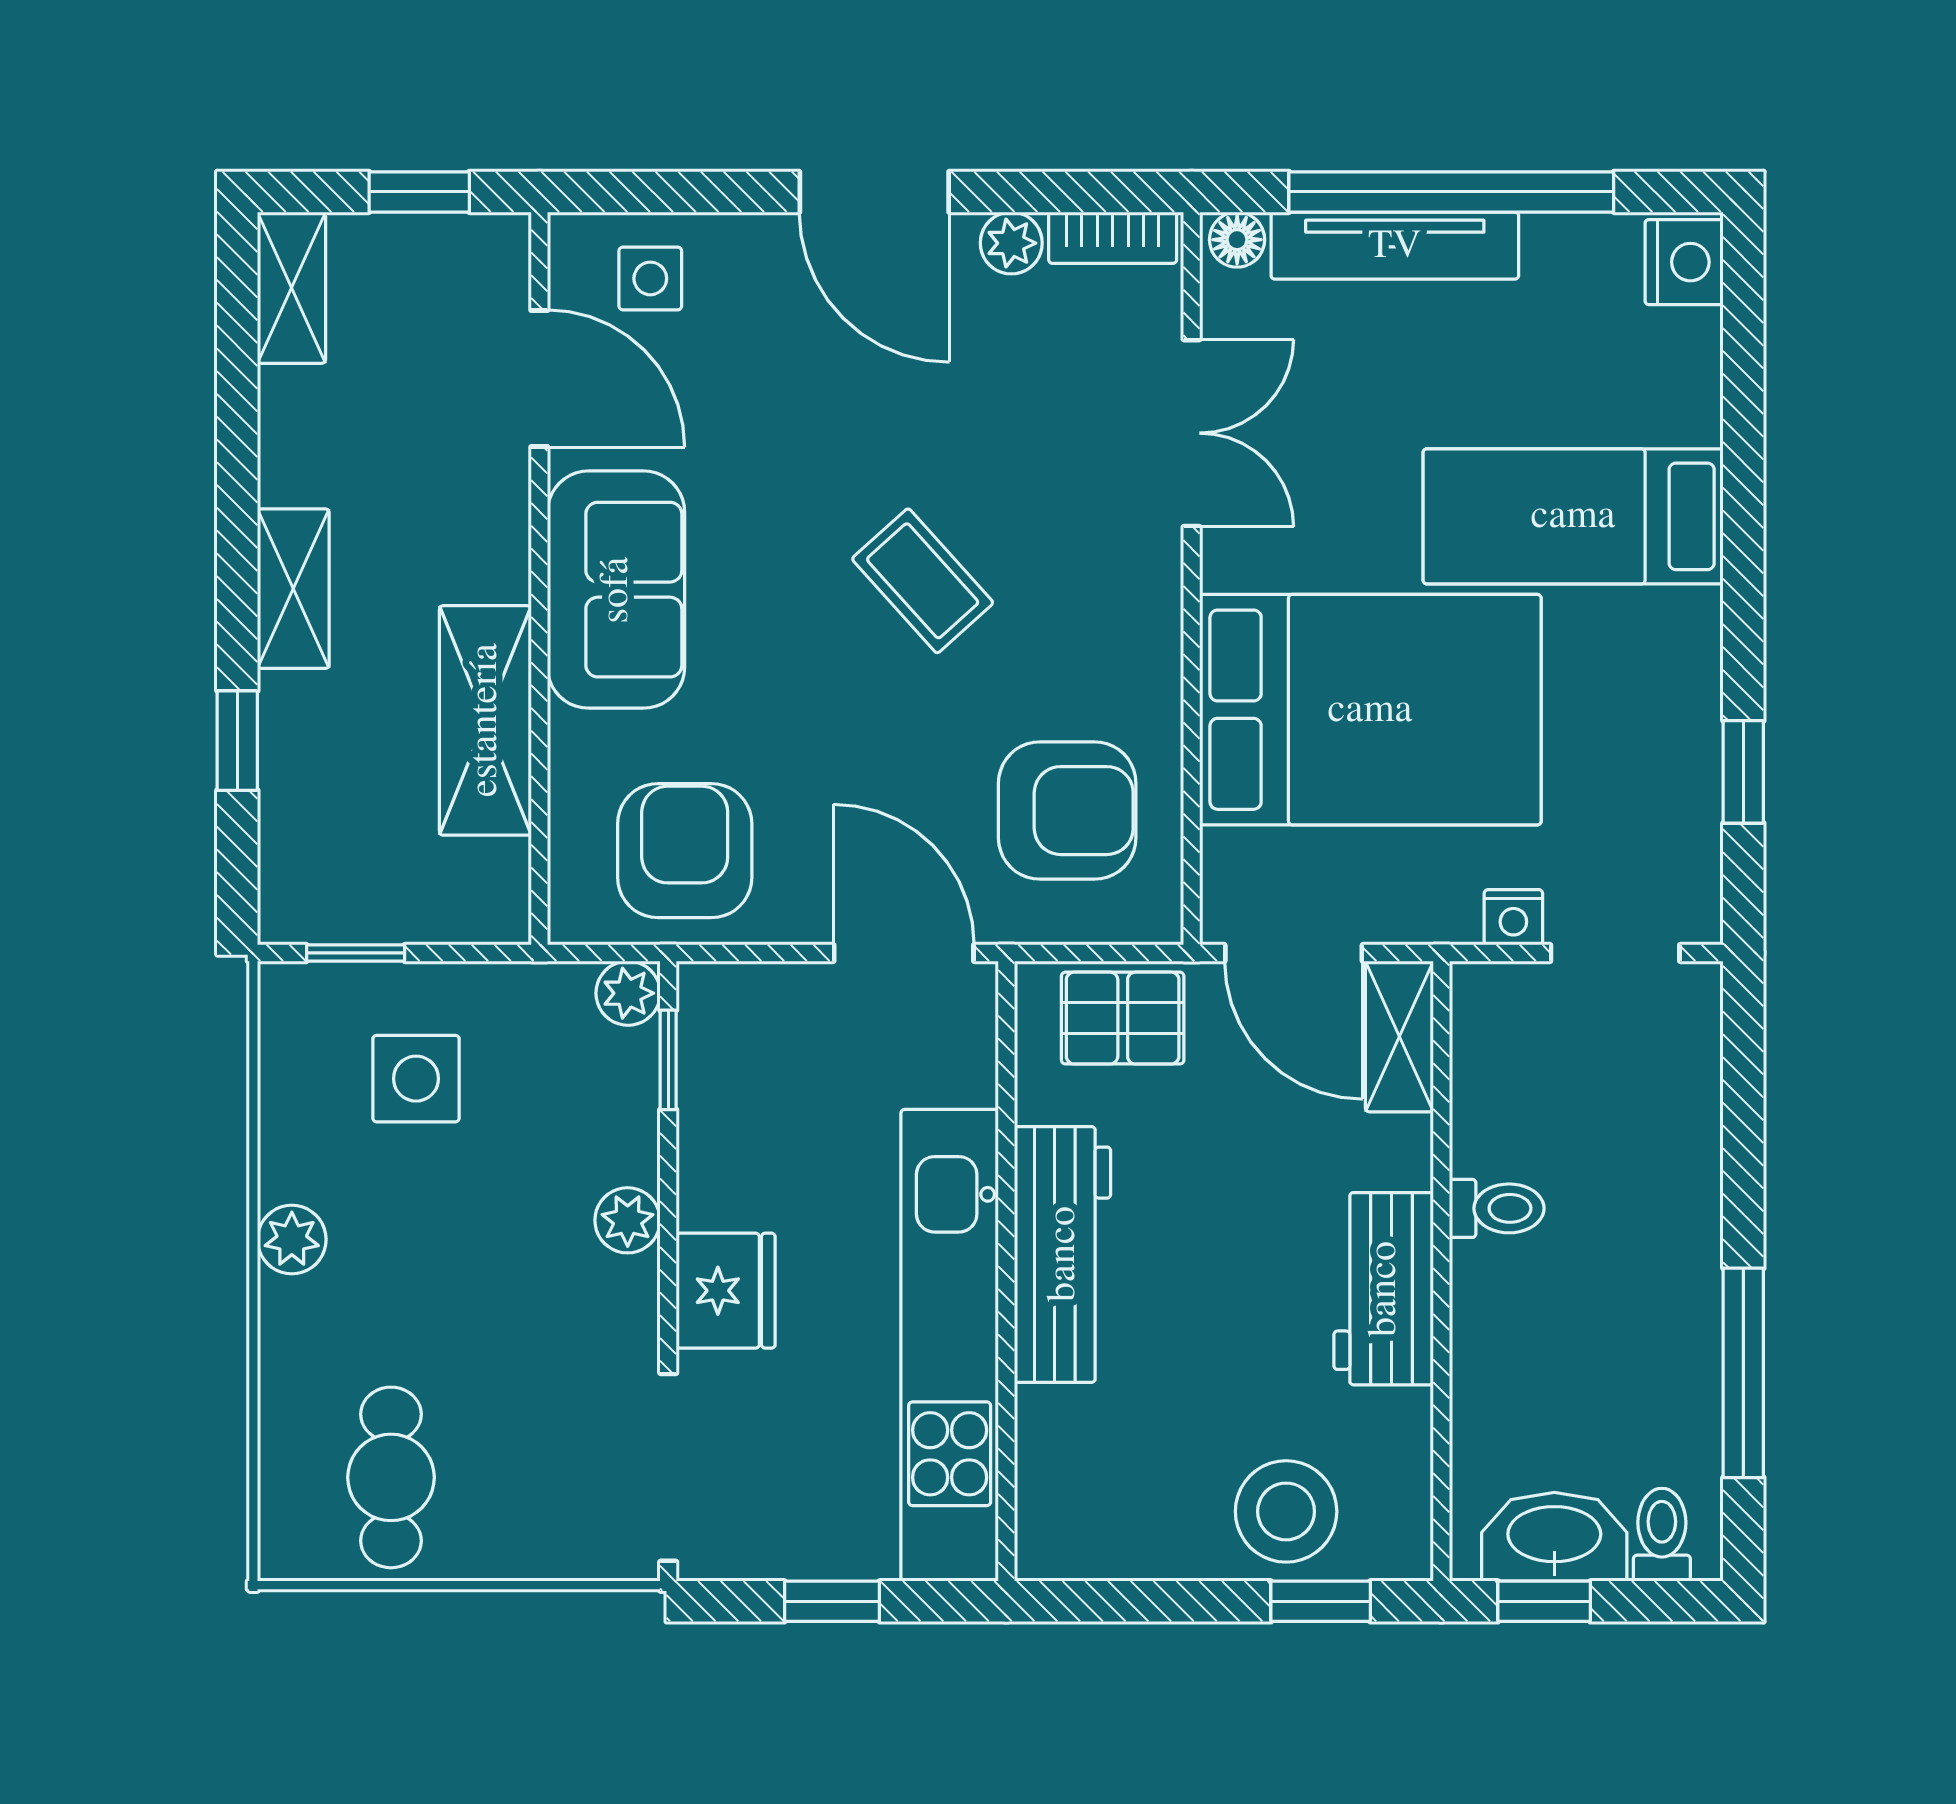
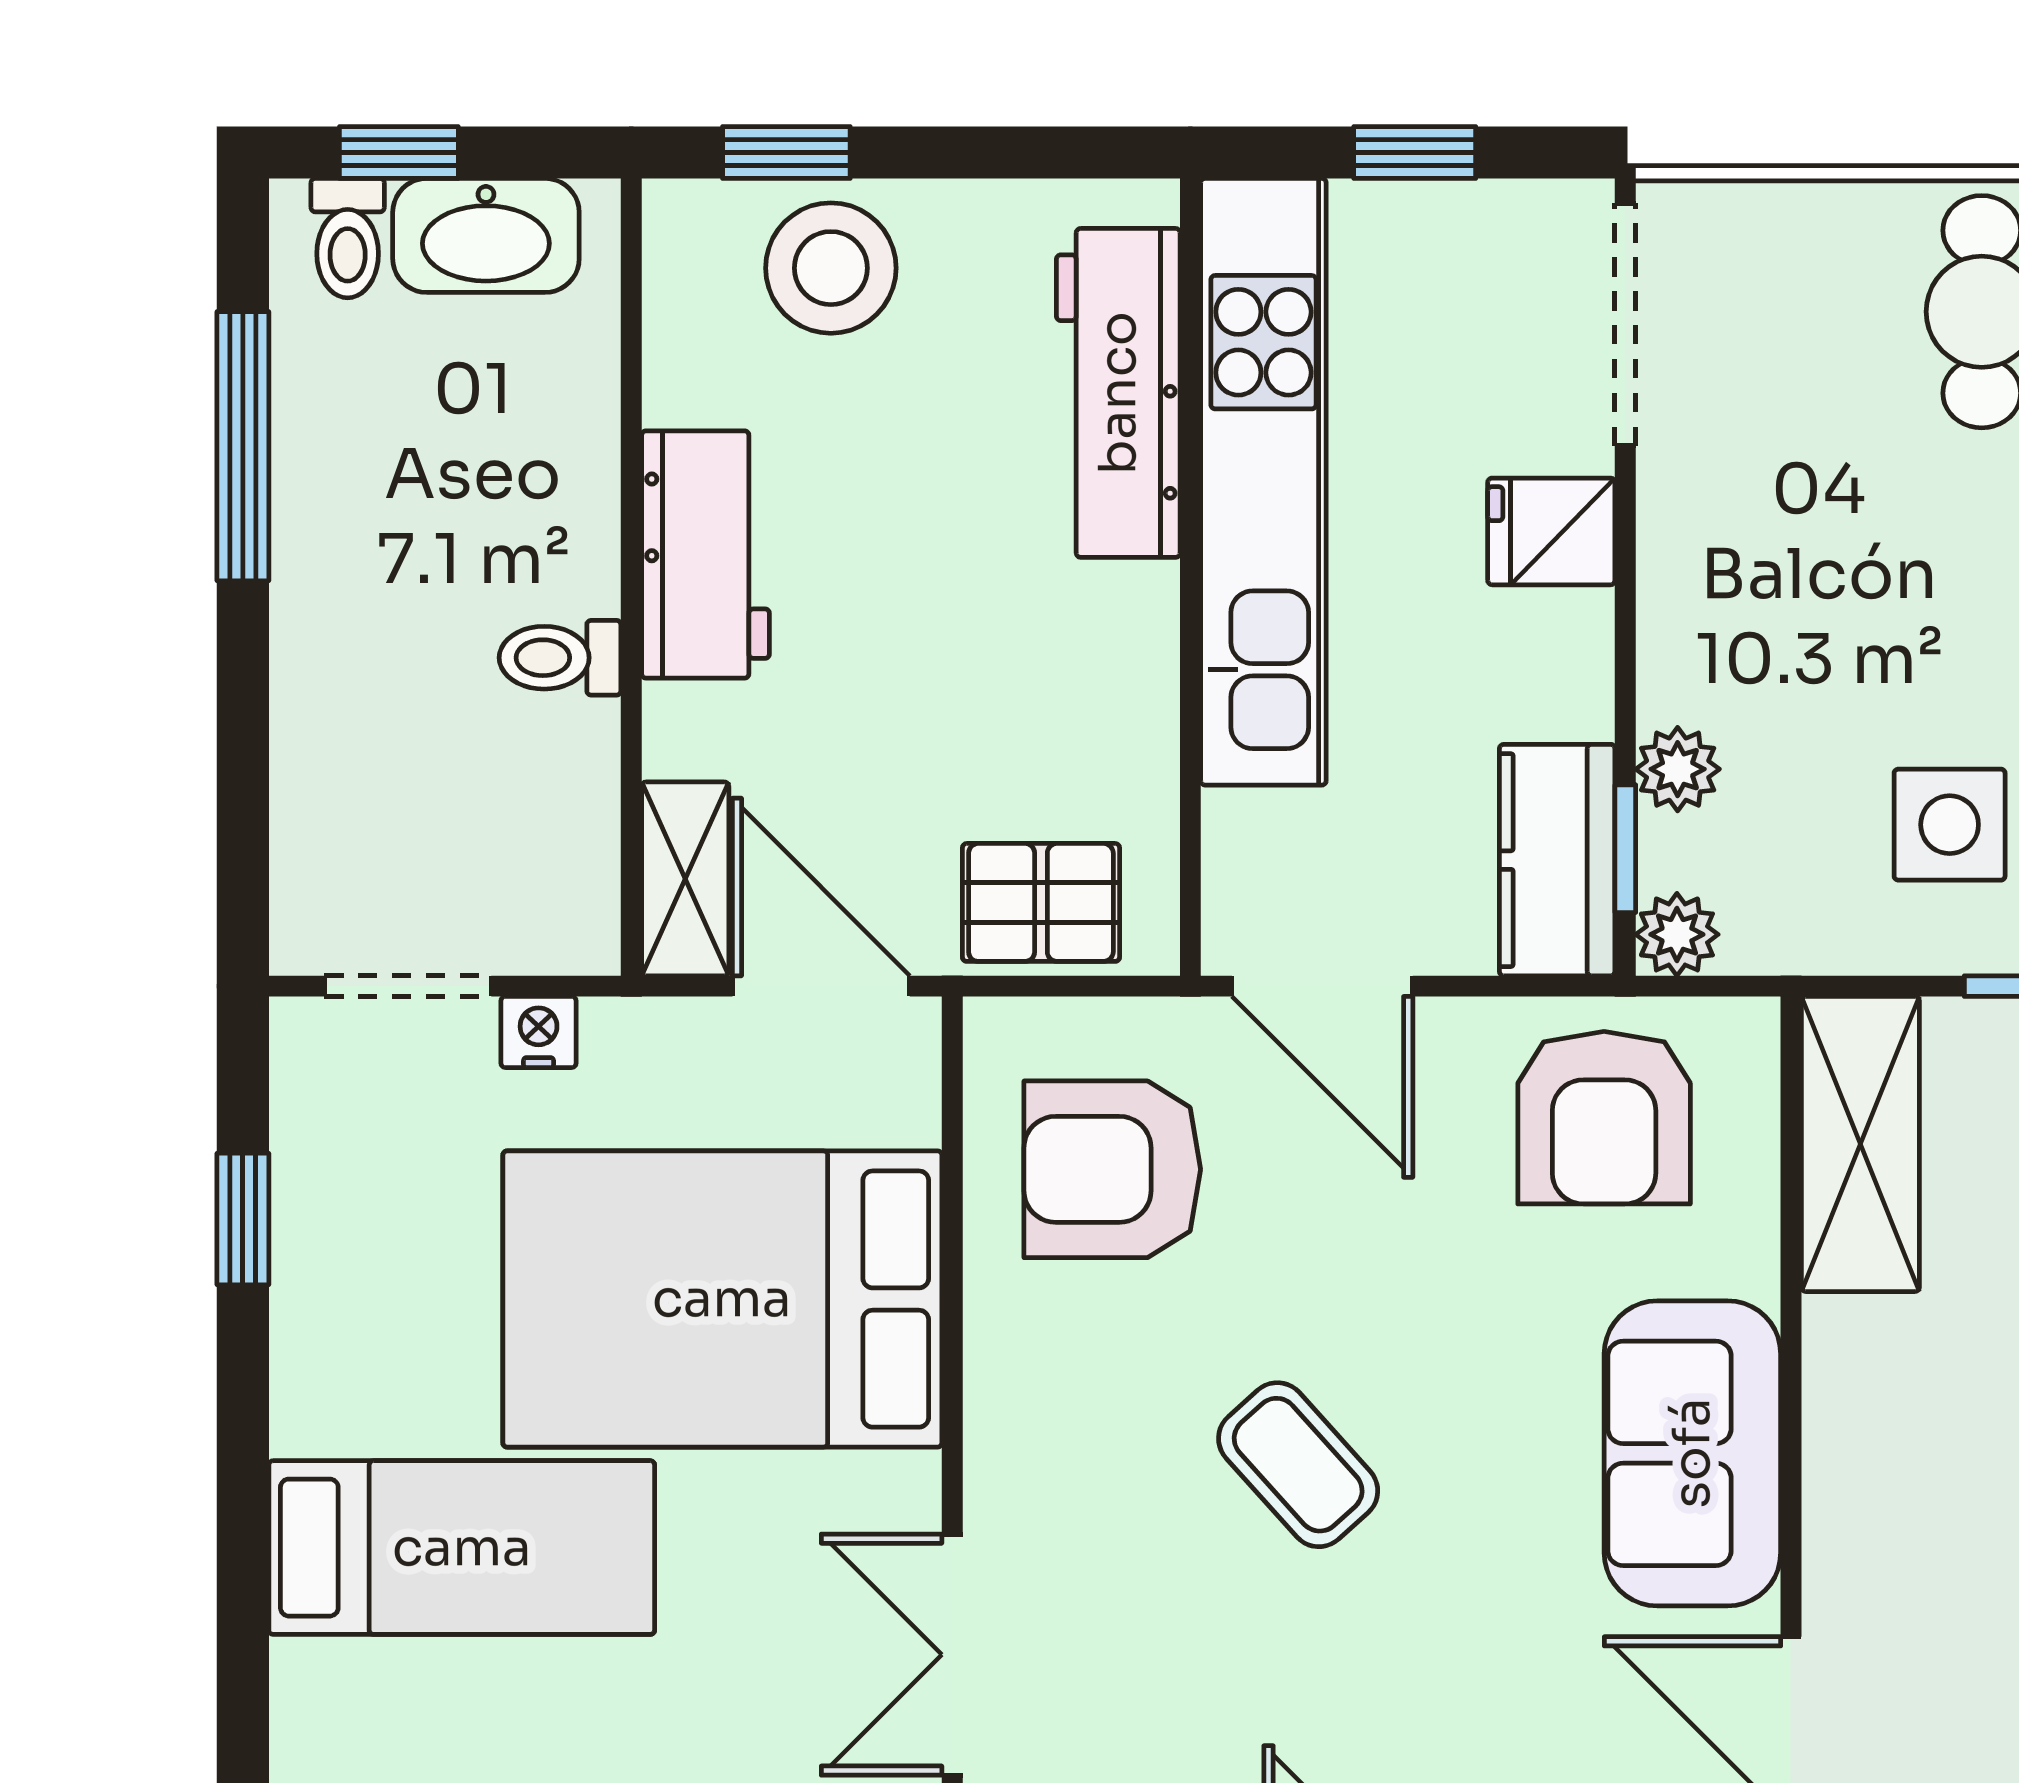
shelving: (485, 720) -> (1860, 1144), moved
kitchen counter: (721, 1051) -> (1557, 860), added
plant: (628, 1220) -> (1678, 769), moved
workbench: (1063, 1254) -> (1118, 393), moved
fridge: (726, 1291) -> (1551, 531), width x0.72
window: (1544, 1601) -> (399, 153), moved

